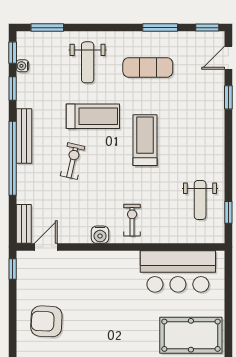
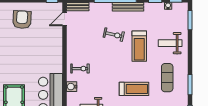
treadmill: (145, 140) -> (134, 89), moved
water cooler: (100, 235) -> (72, 87), moved
door: (46, 247) -> (65, 19), swing flipped

